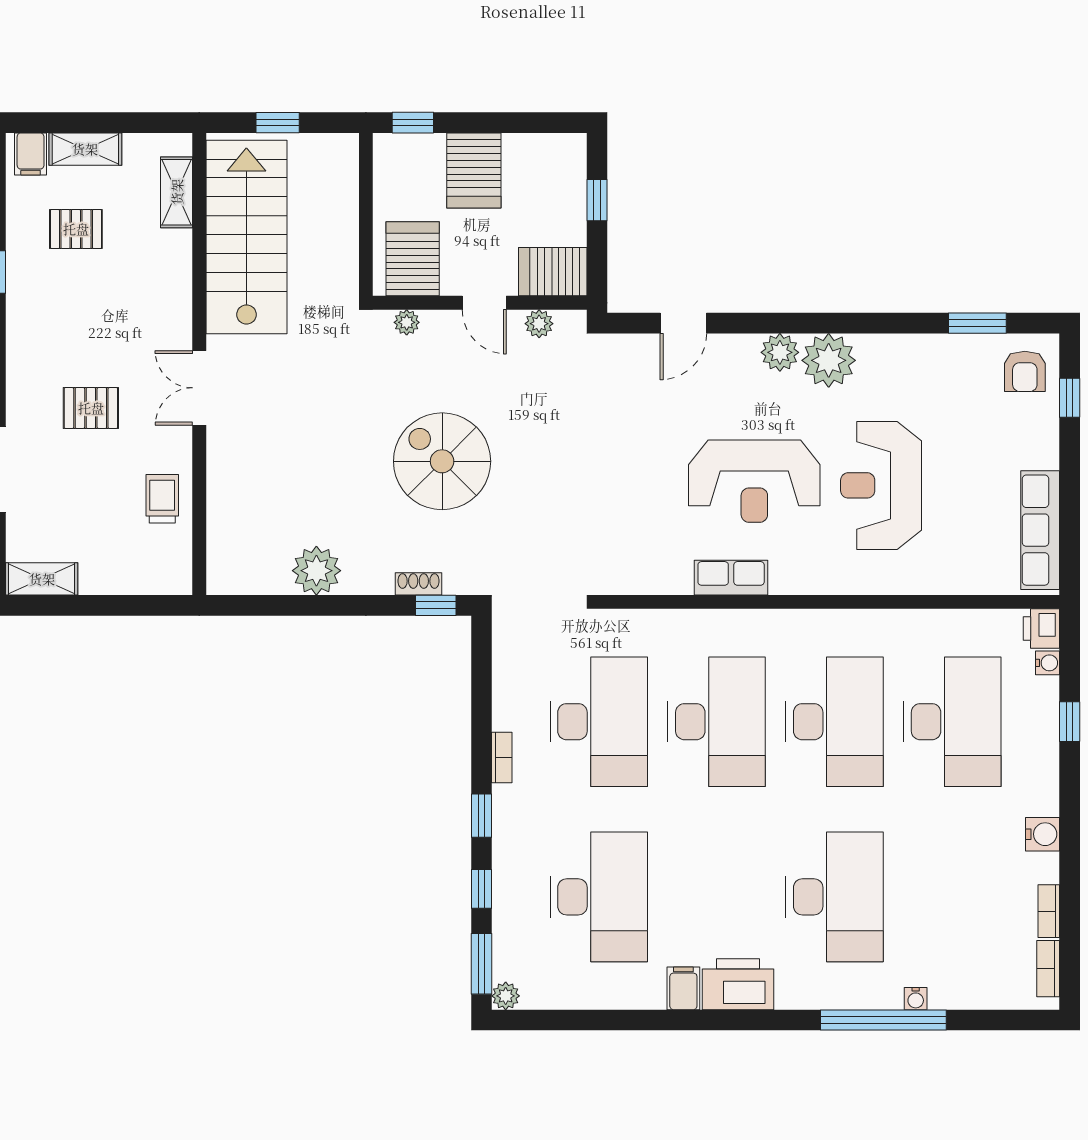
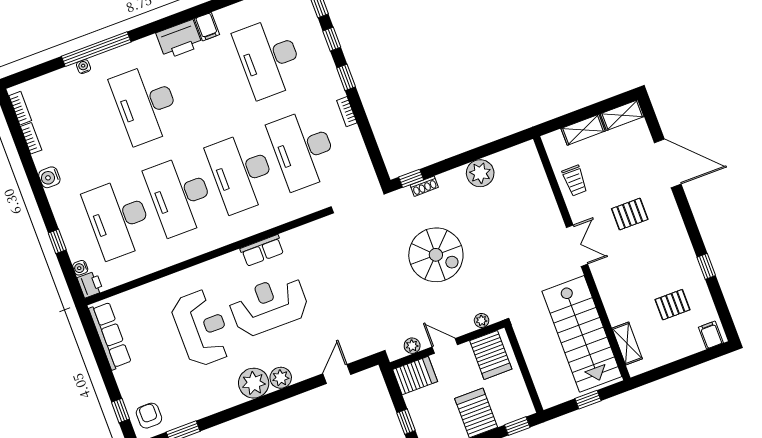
shelving: (85, 149) -> (583, 130), moved

